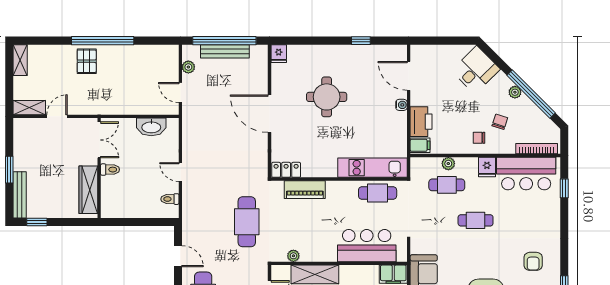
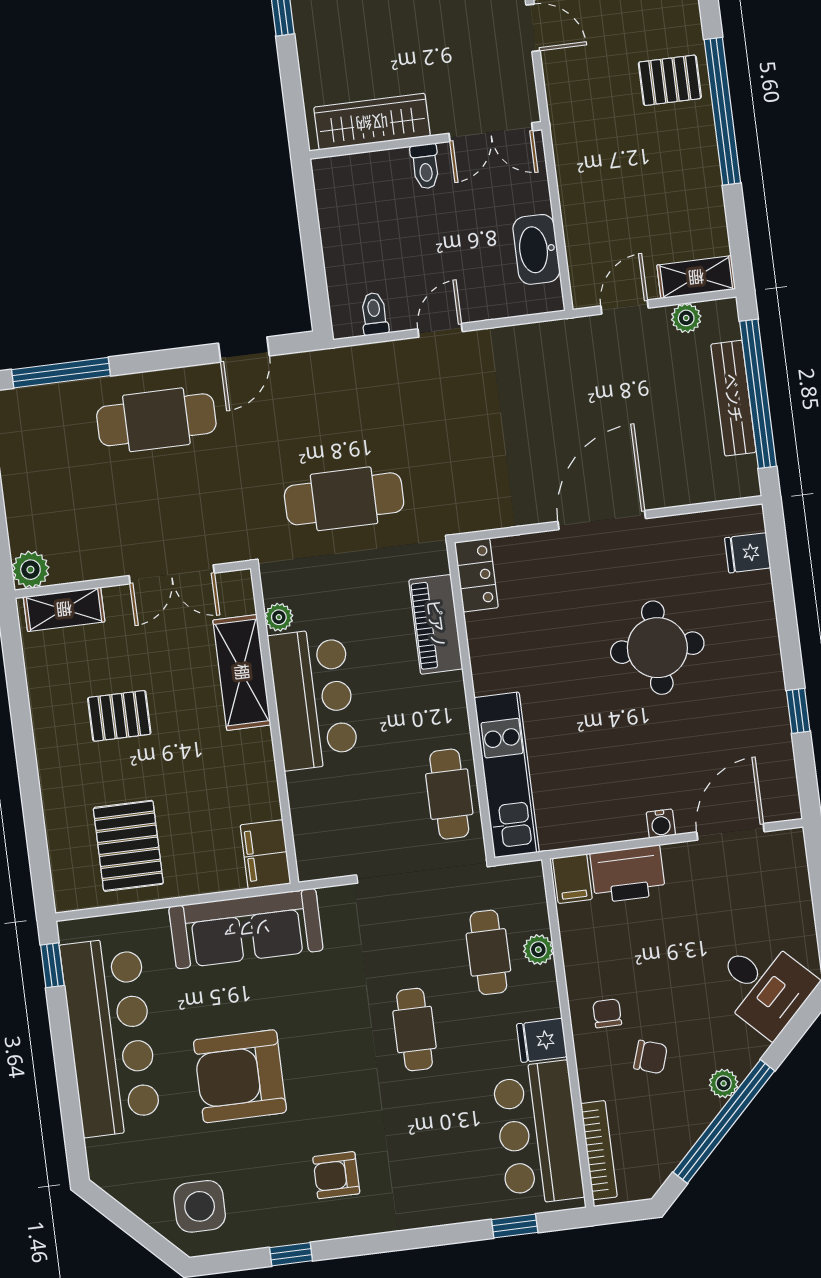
fridge: (279, 54) -> (748, 553), moved
shelving: (172, 61) -> (696, 277), added
bar counter: (367, 246) -> (313, 699), moved

